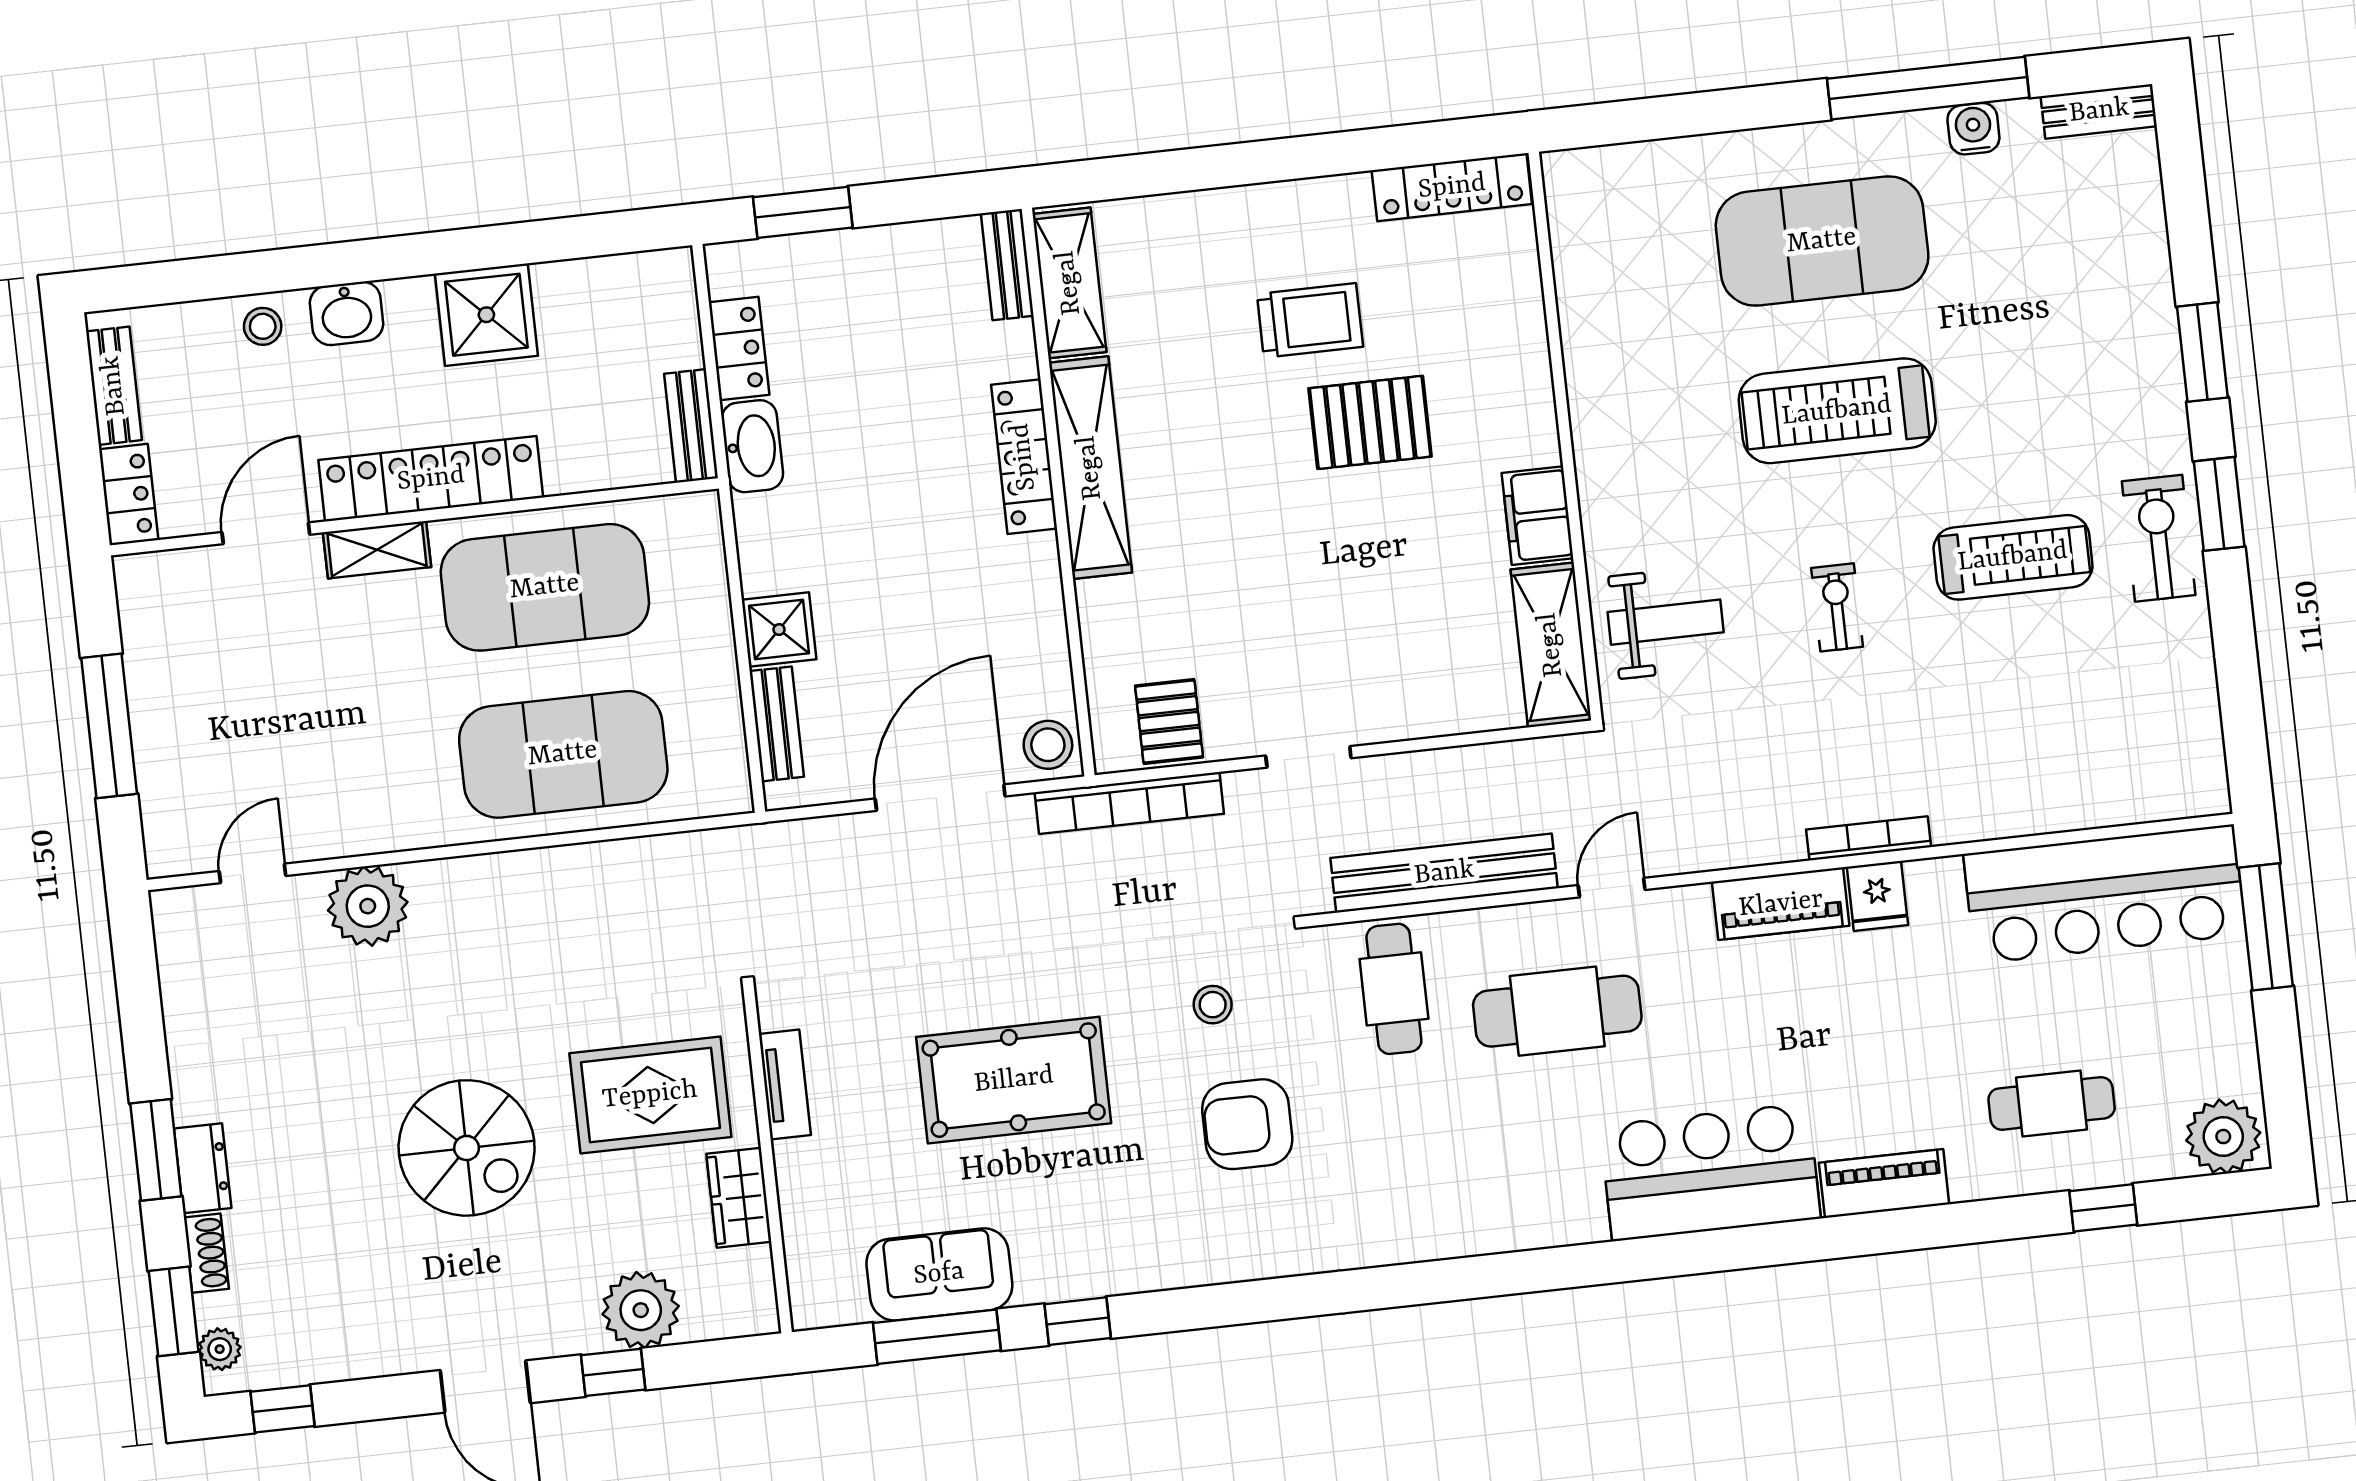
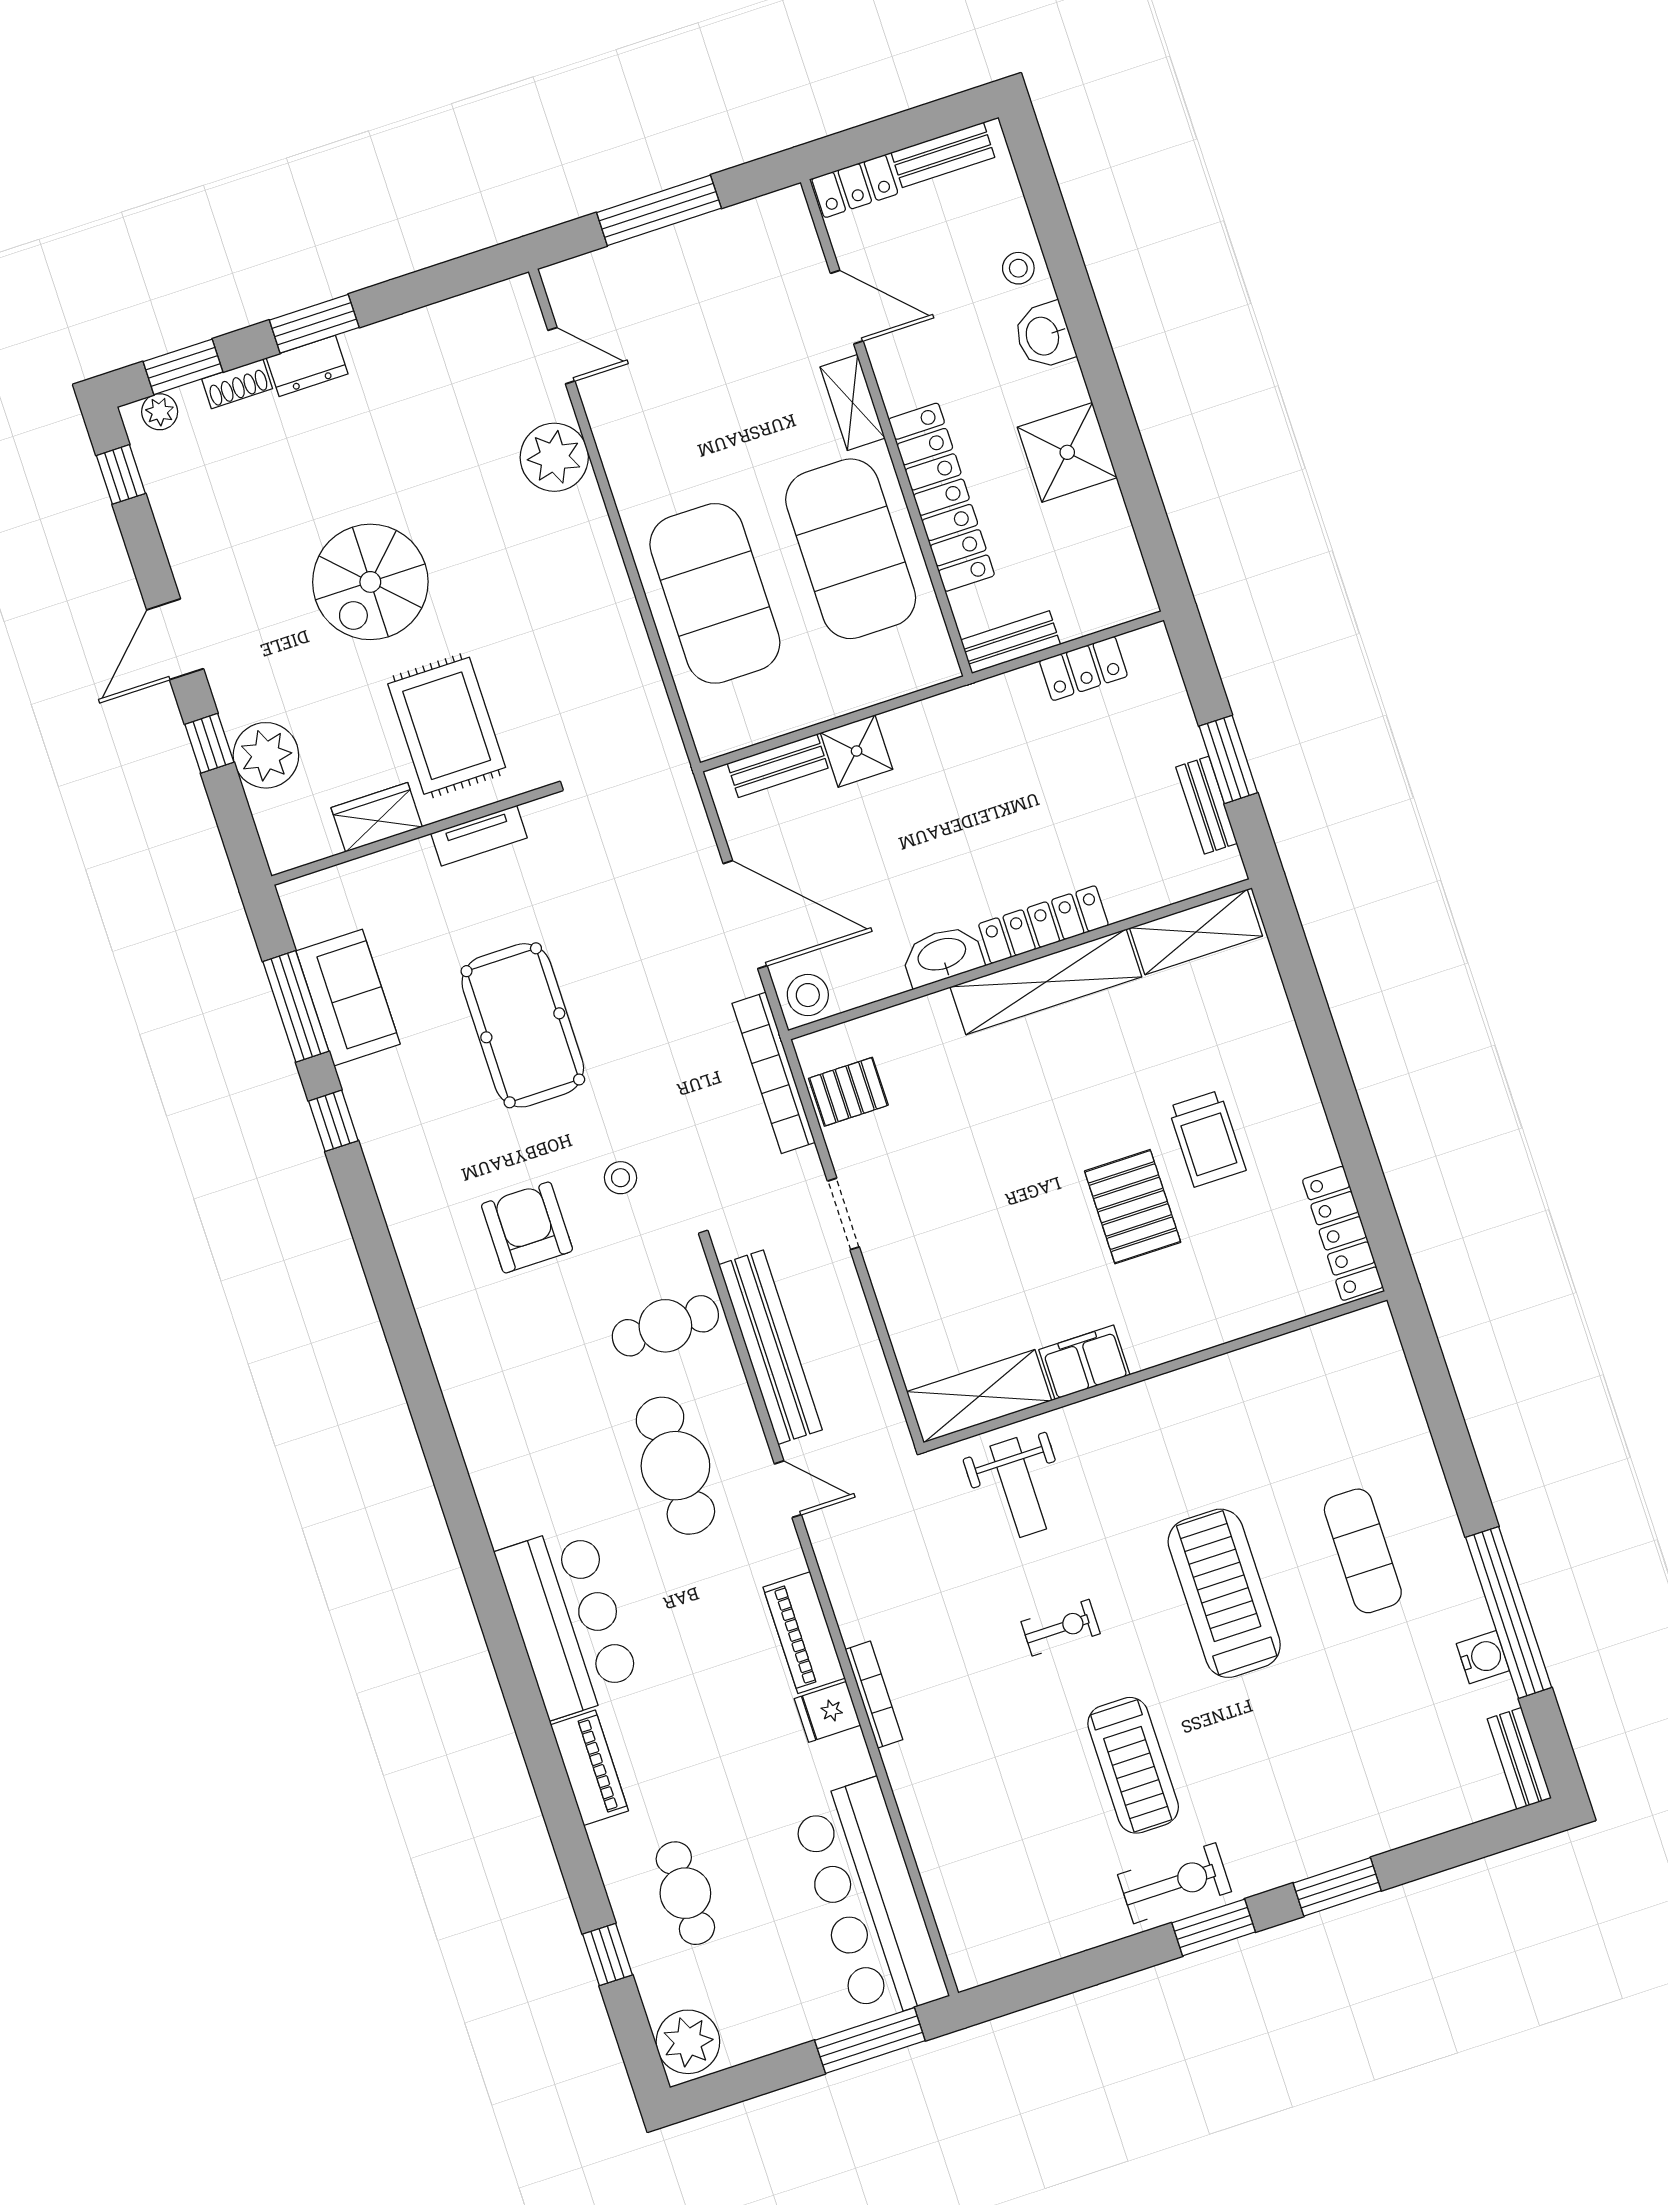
window: (803, 212) -> (1228, 759), moved
exercise mat: (1822, 241) -> (1363, 1551), width x0.50, depth x0.69
bench: (1007, 265) -> (1207, 805), moved, turned 90
washbasin: (752, 446) -> (942, 956), moved, turned 180
locker: (431, 479) -> (941, 497), moved

